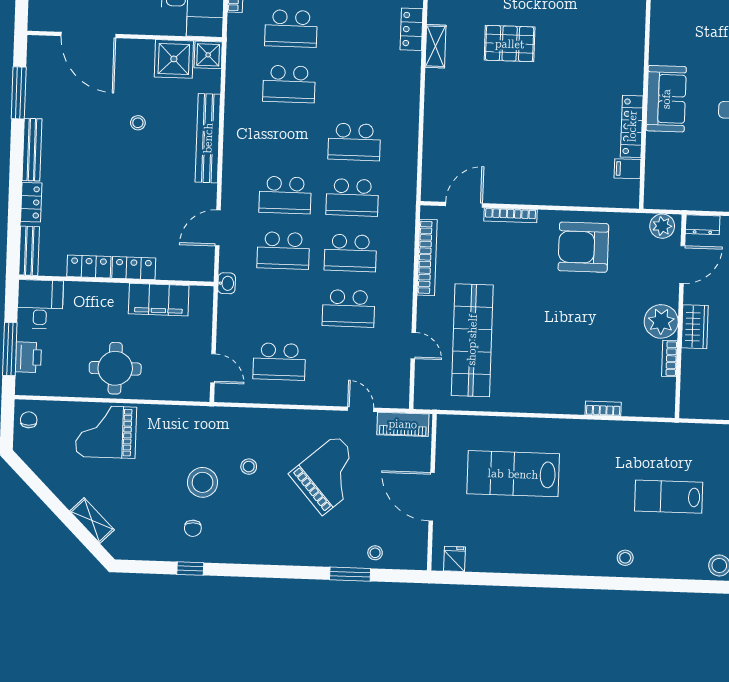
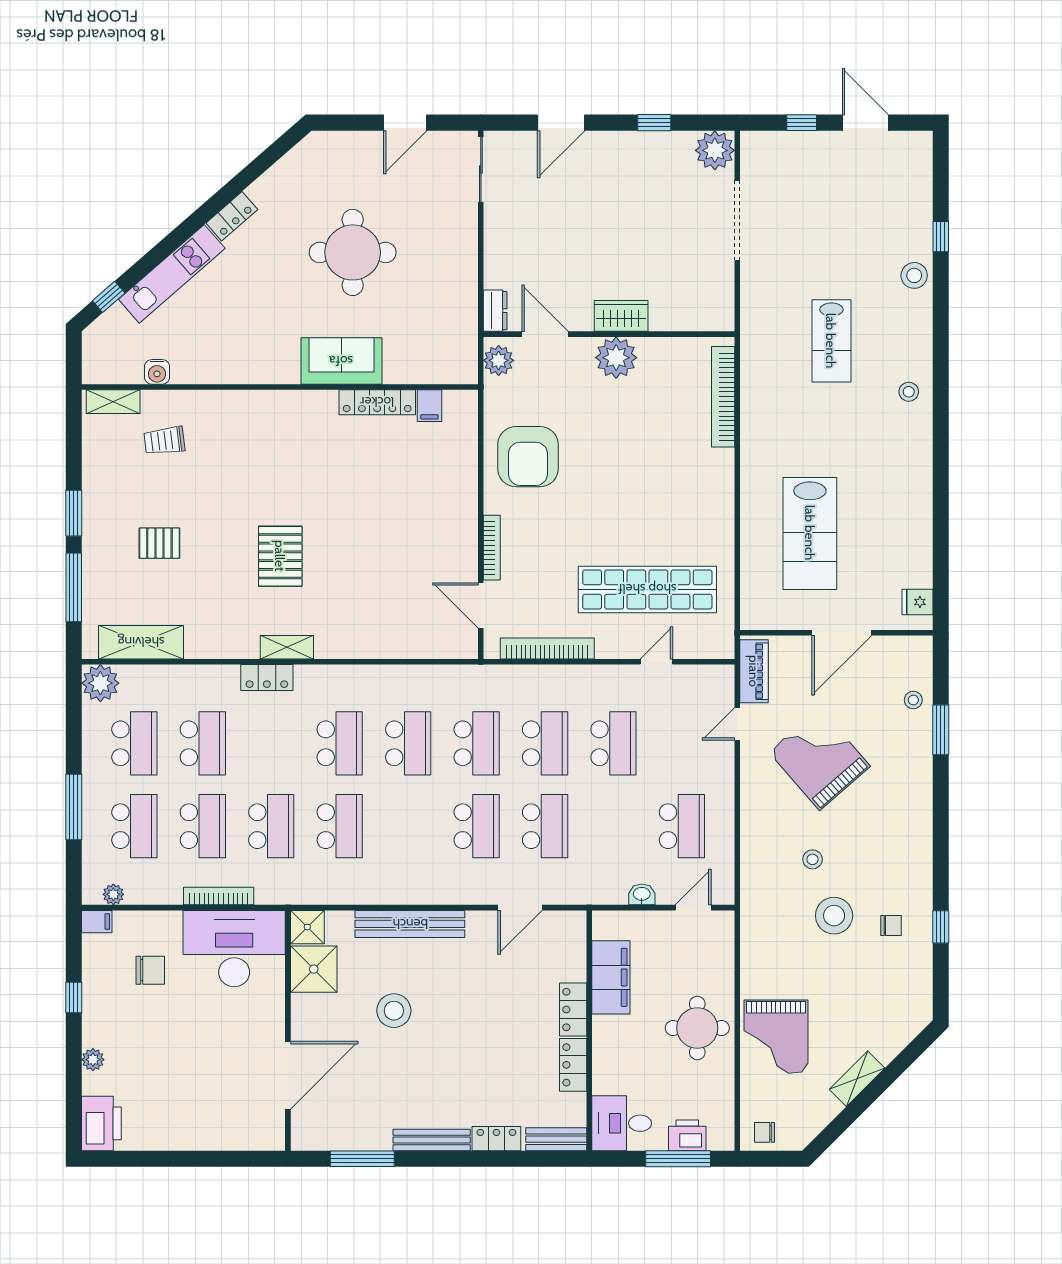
school desk: (356, 86) -> (340, 743), added
stool: (138, 123) -> (394, 1011), width x1.89, depth x1.89
door: (218, 228) -> (520, 908), hinge flipped
washbasin: (227, 283) -> (642, 894), moved
bookcase: (670, 358) -> (661, 346), removed
bookcase: (603, 409) -> (723, 397), width x2.31, depth x1.31
shelving: (92, 520) -> (857, 1079), moved

